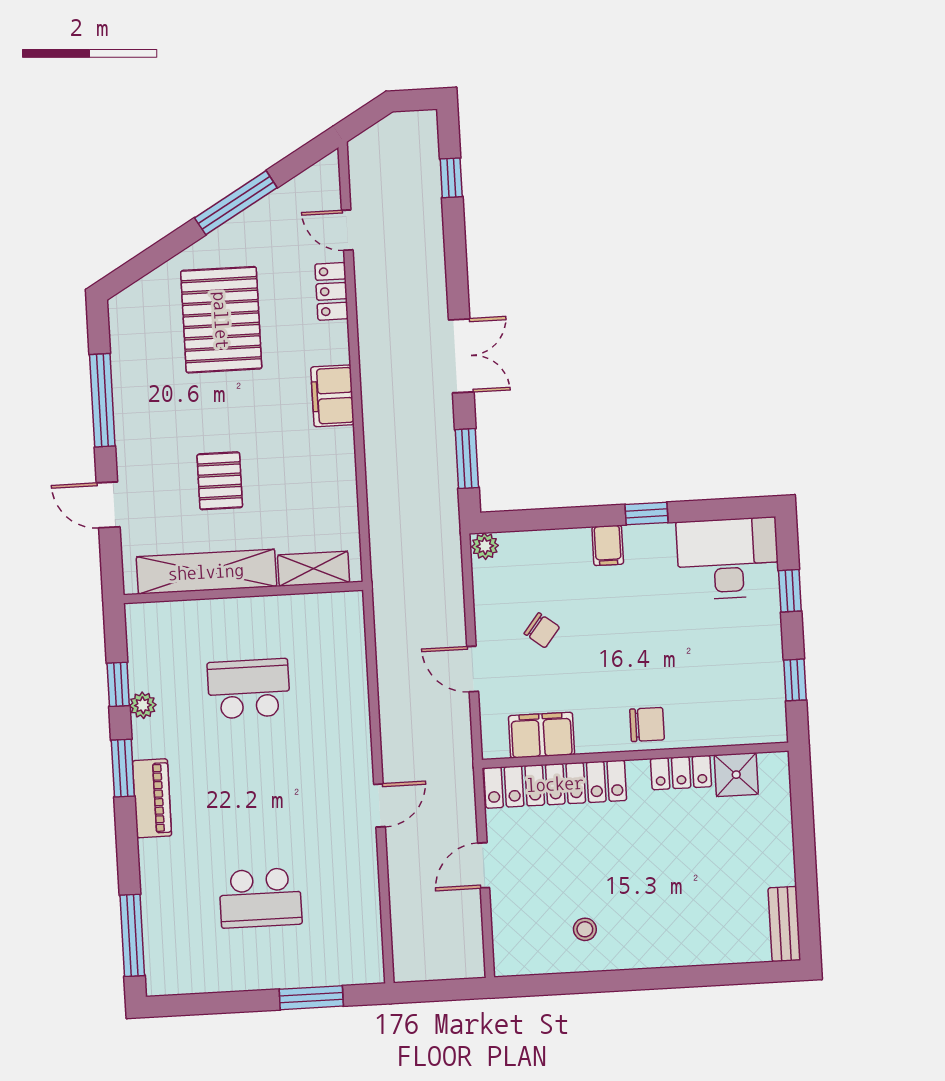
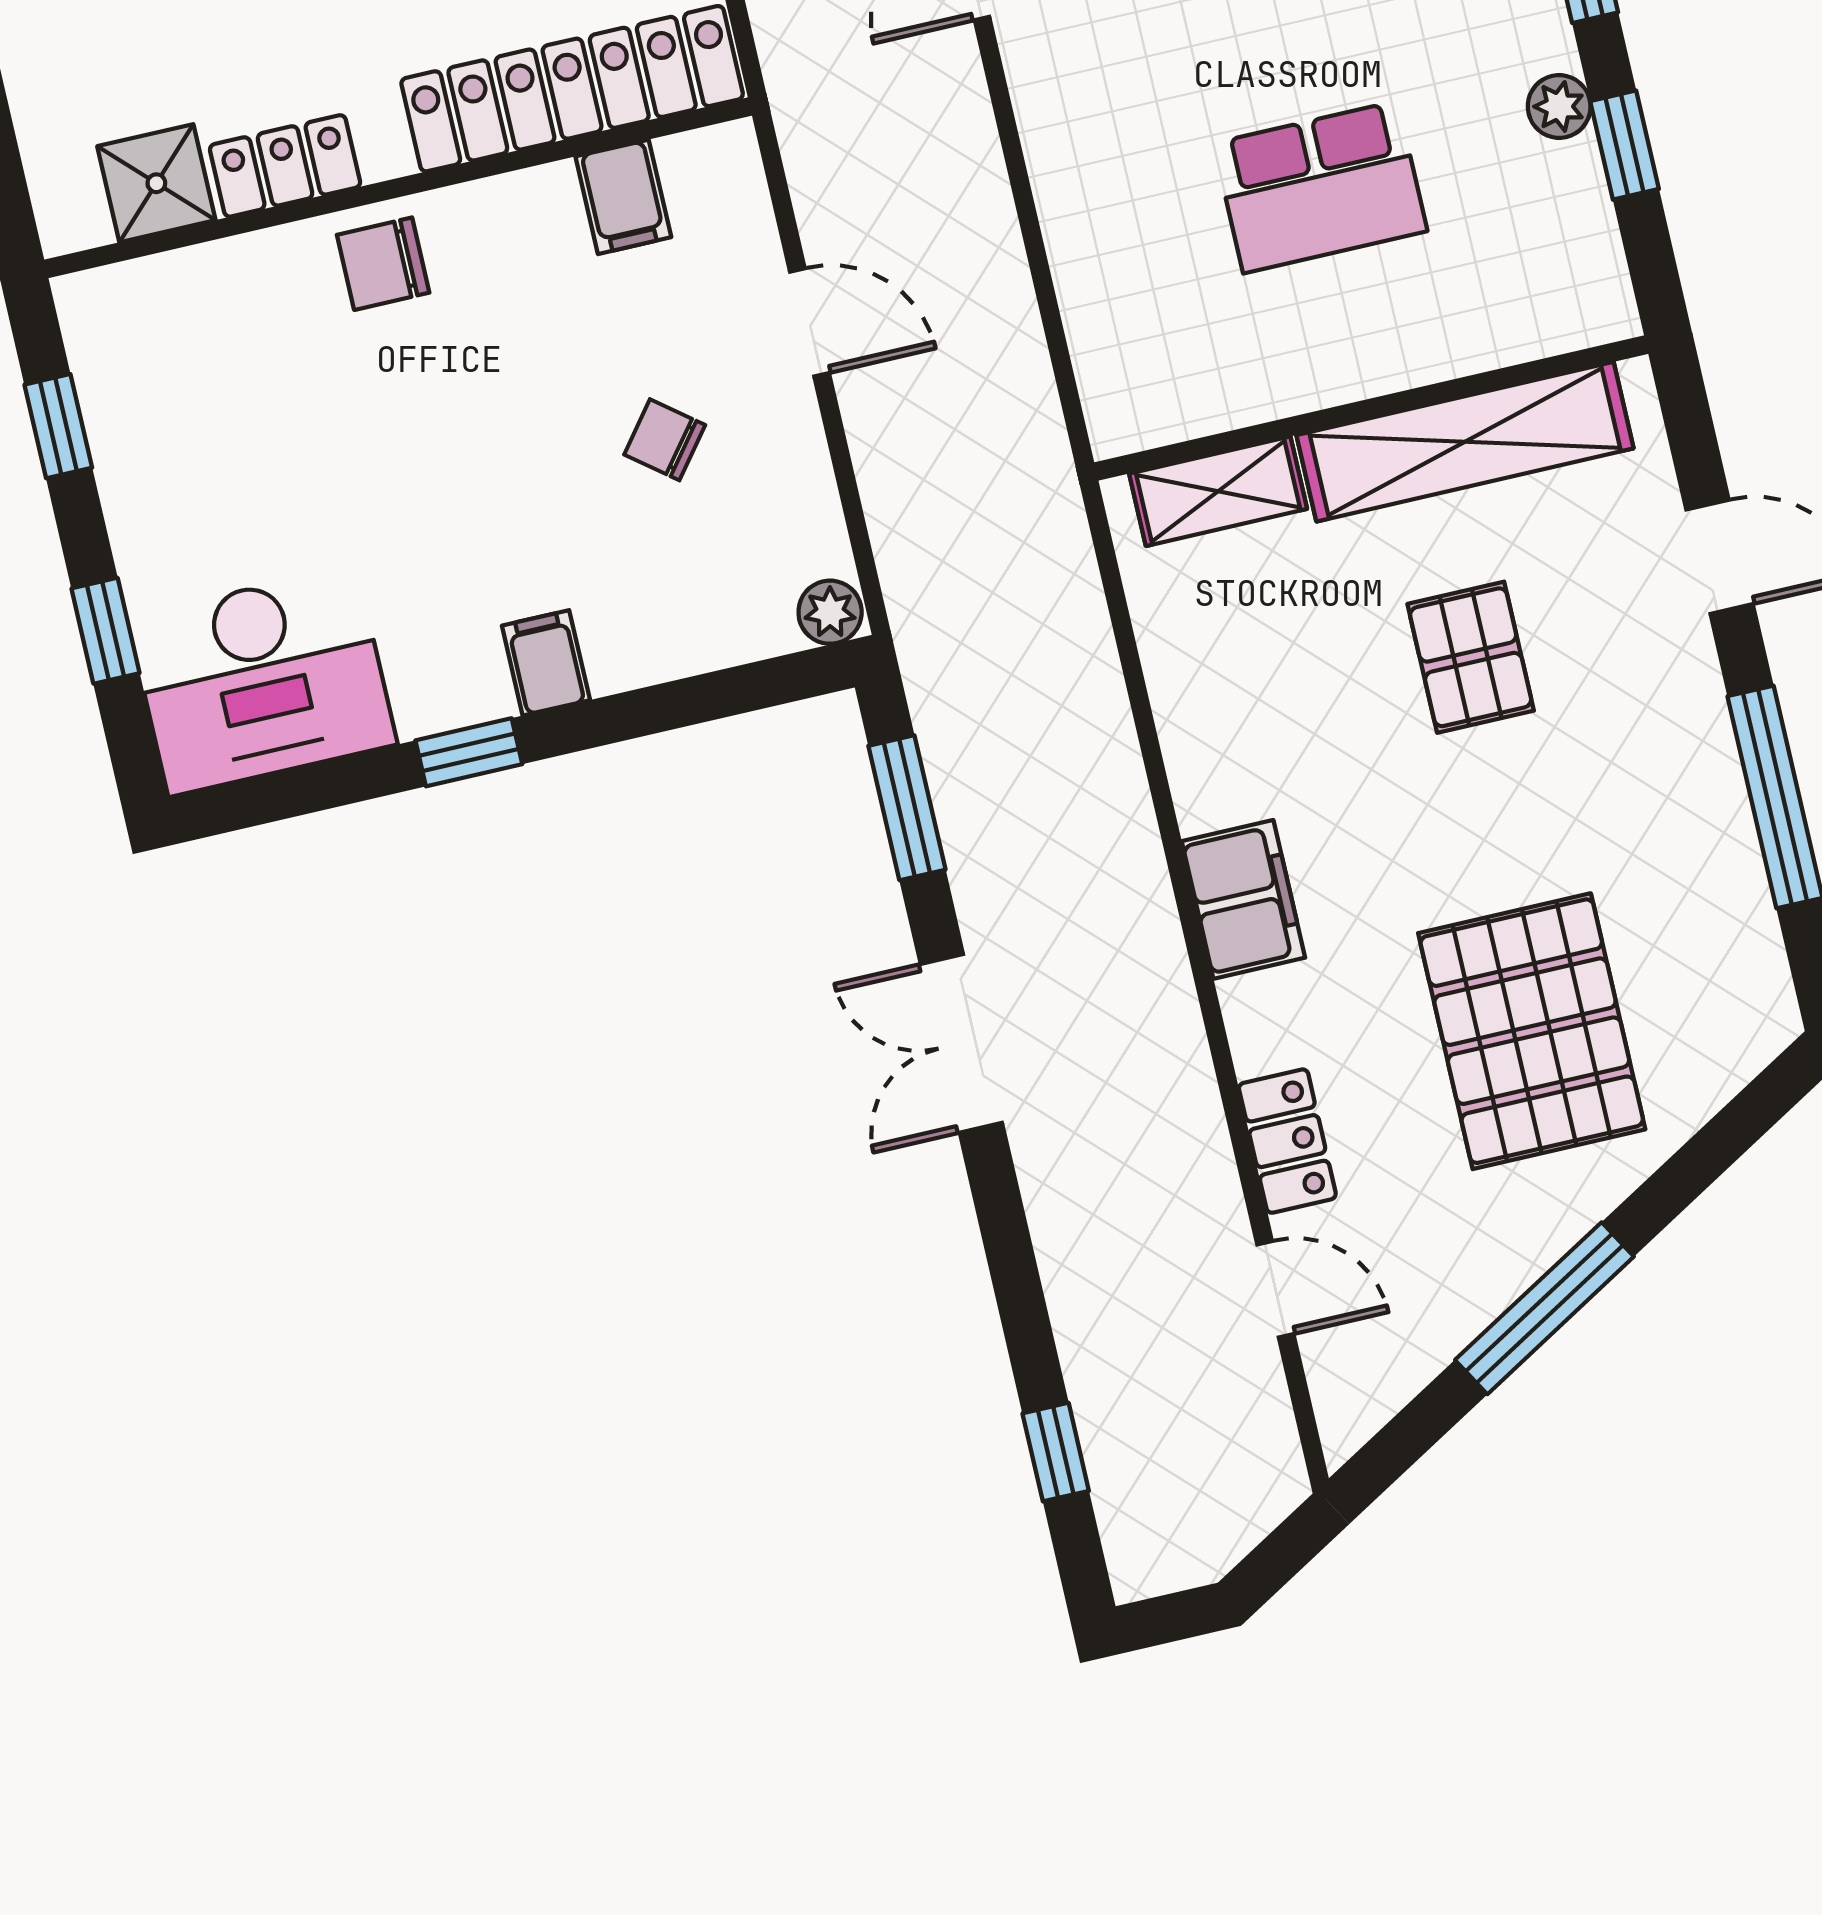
filing cabinet: (542, 735) -> (623, 197), width x0.50

